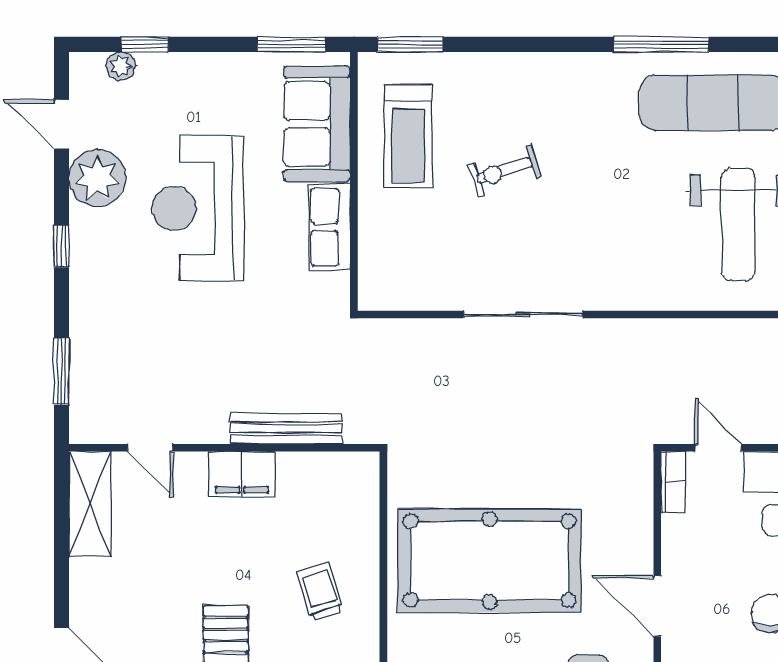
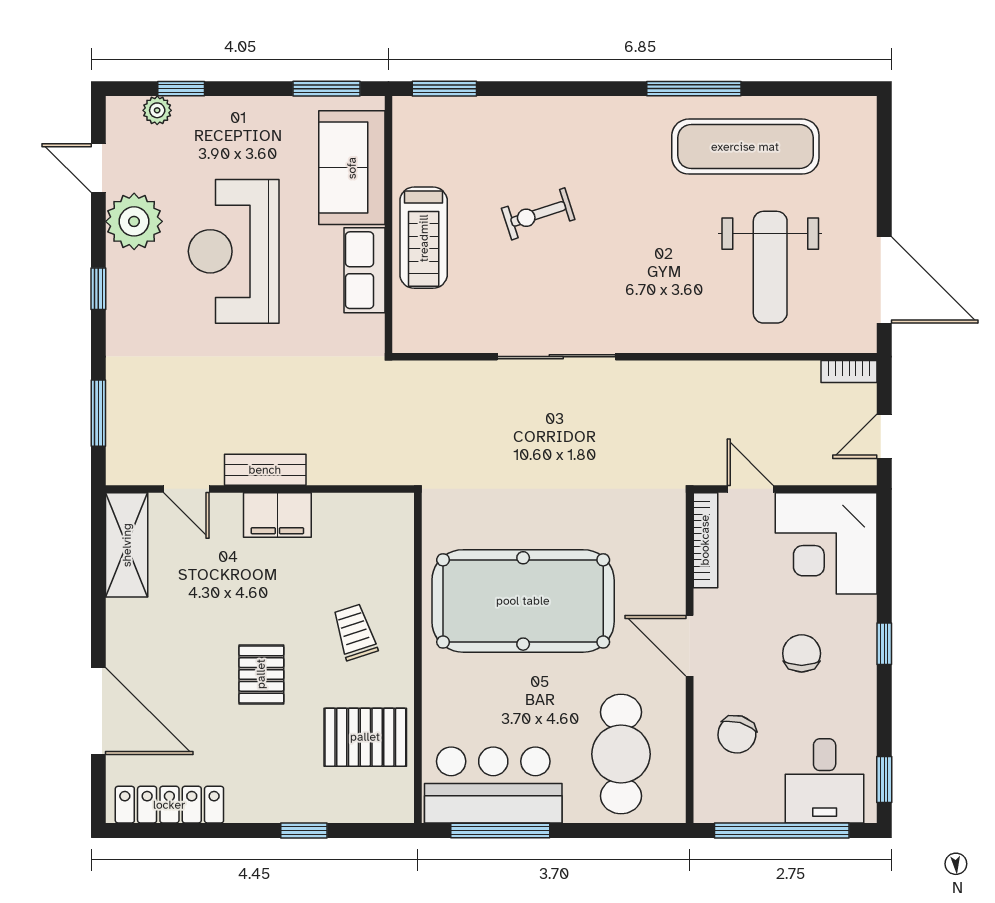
treadmill: (408, 136) -> (424, 238), moved
bench: (286, 428) -> (265, 470), moved, width x0.73
bookcase: (673, 482) -> (705, 540), width x1.56

